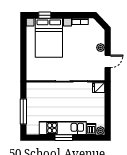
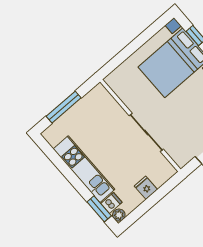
fridge: (99, 88) -> (146, 188), moved
window: (64, 138) -> (99, 209), moved

